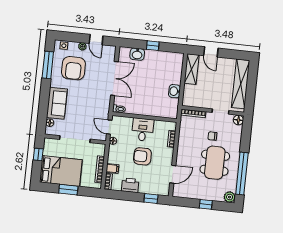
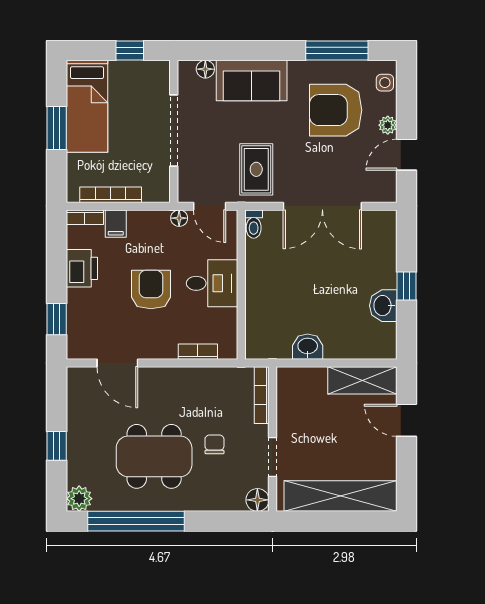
door: (211, 52) -> (407, 420), hinge flipped
washbasin: (137, 54) -> (383, 306), moved
rug: (95, 105) -> (256, 169), added
door: (109, 127) -> (210, 206), swing flipped
bed: (61, 171) -> (87, 106), width x0.67

